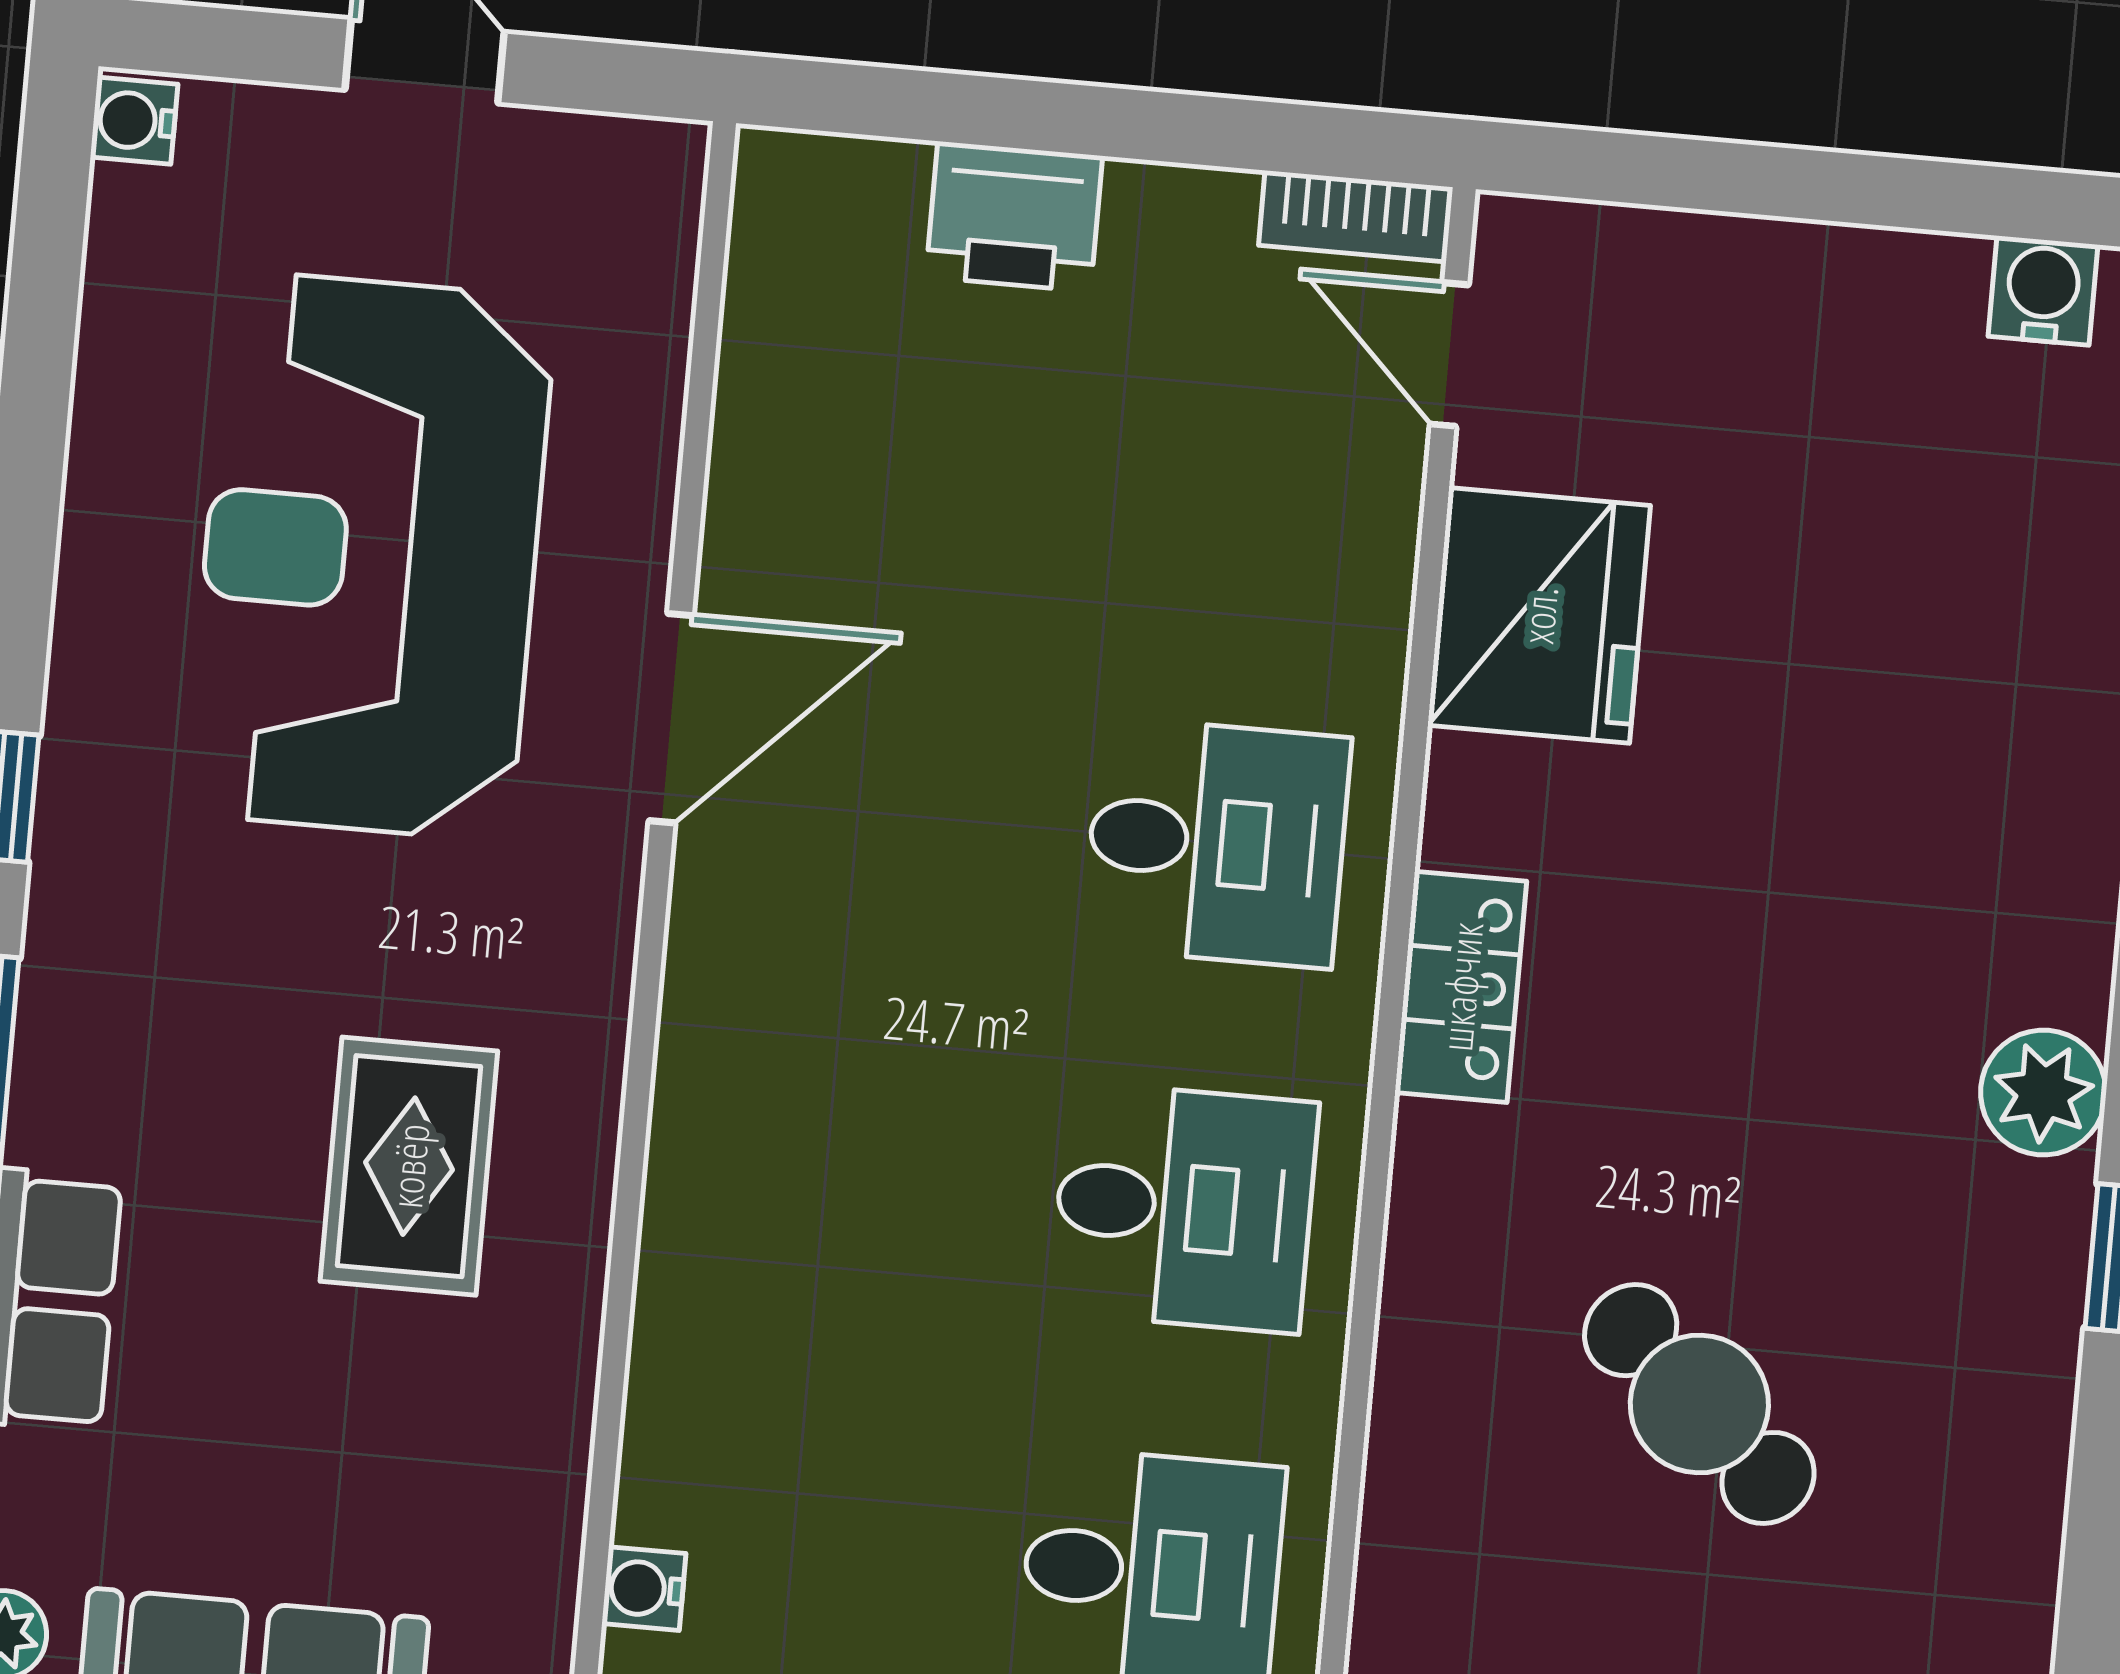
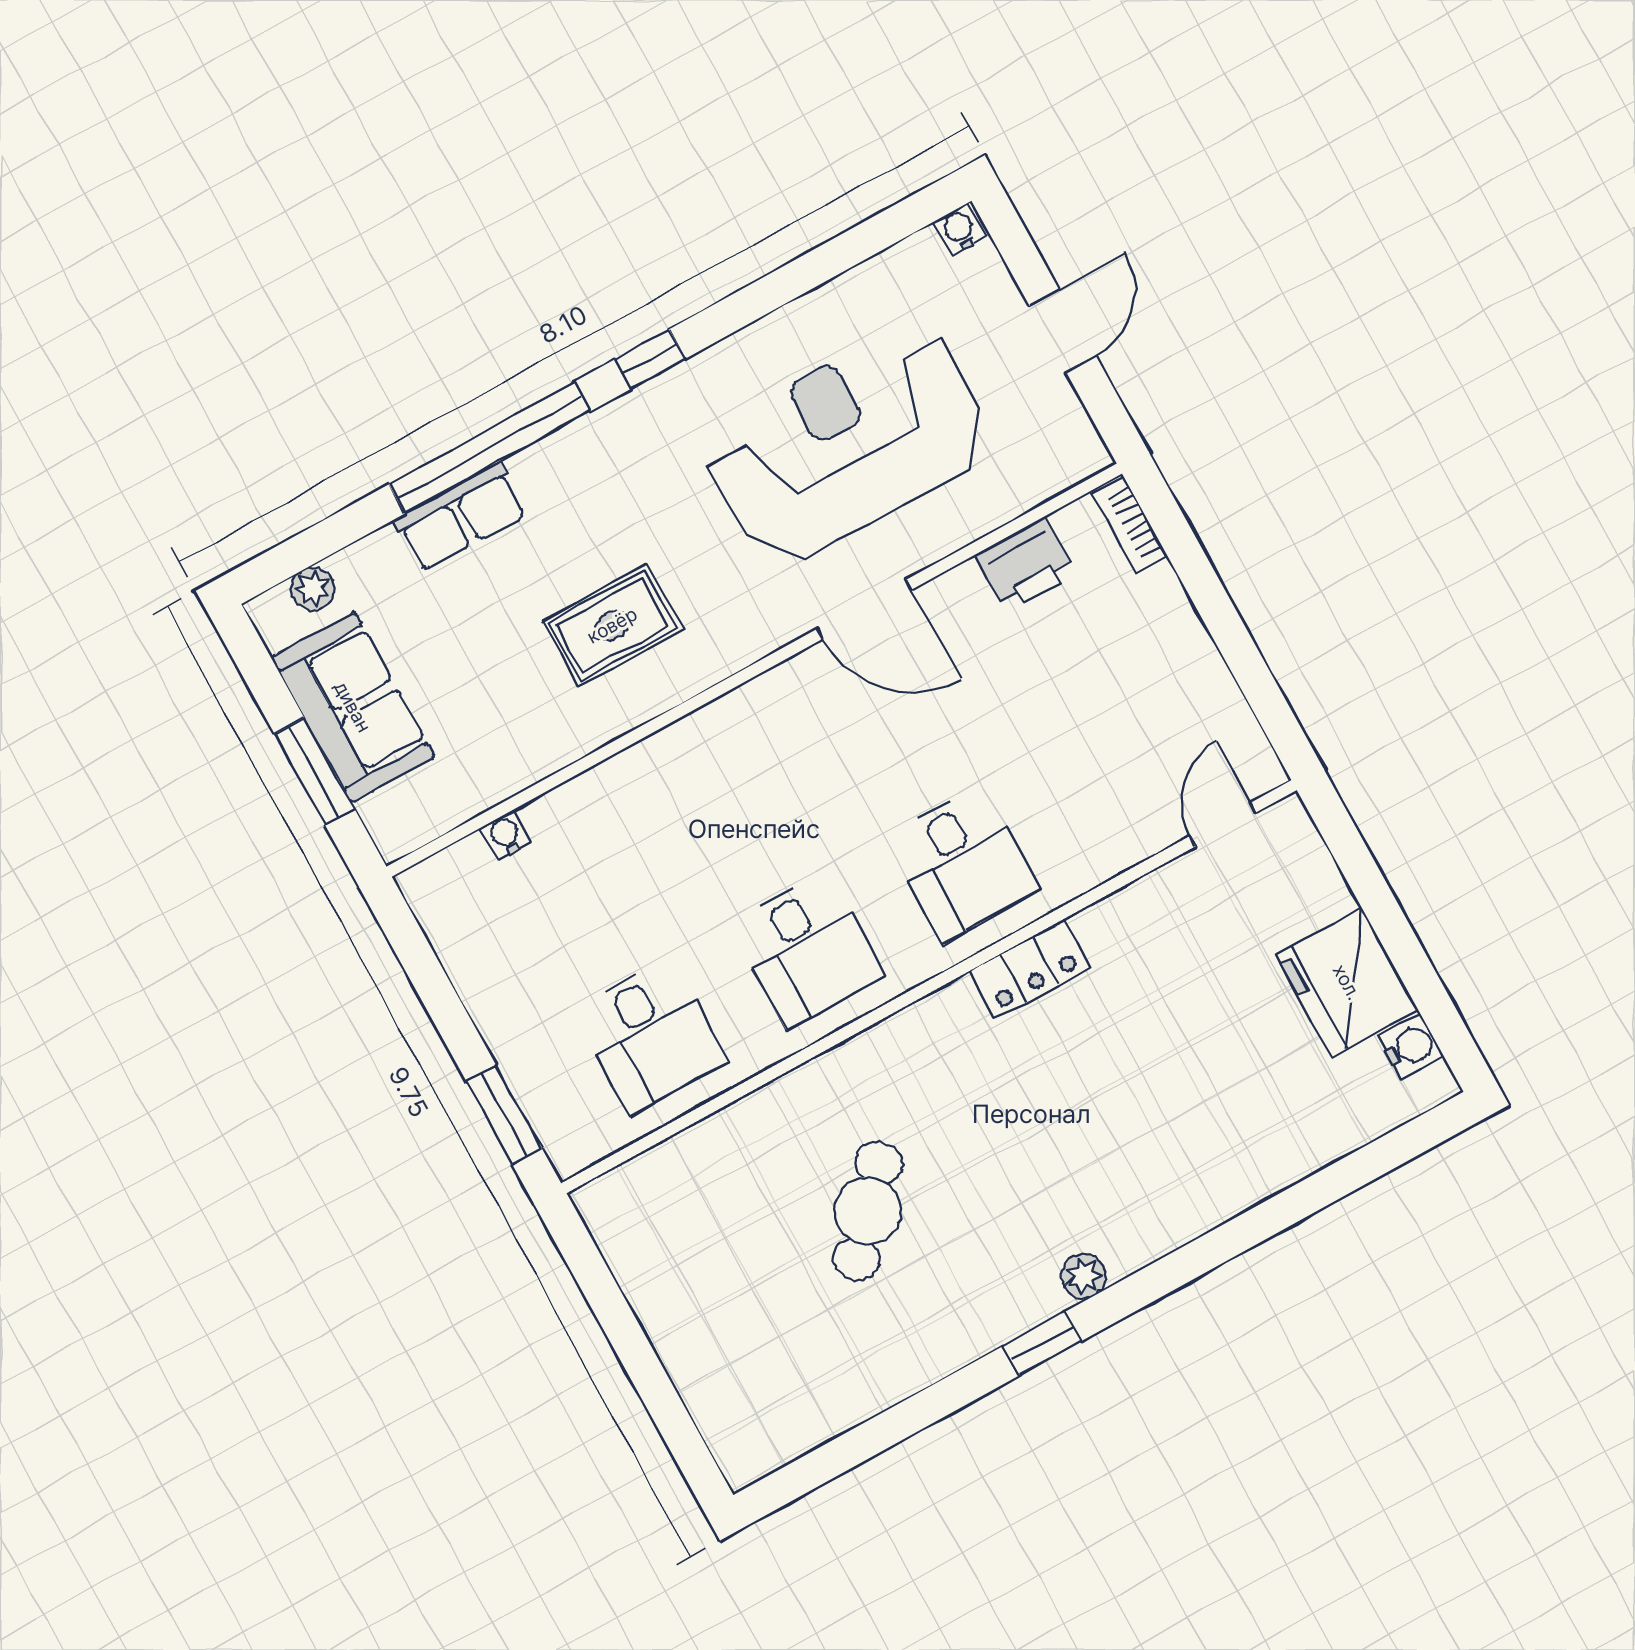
bookcase: (1356, 216) -> (1130, 525), moved
printer: (1014, 217) -> (1026, 565), moved, turned -90
fridge: (1539, 615) -> (1347, 982), moved, turned 90
locker: (1461, 987) -> (1029, 969), moved
plant: (2043, 1093) -> (1084, 1276), width x0.73, depth x0.73

